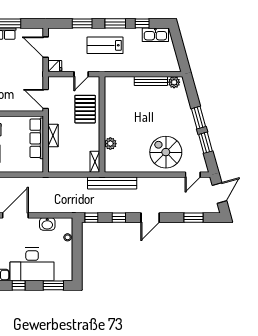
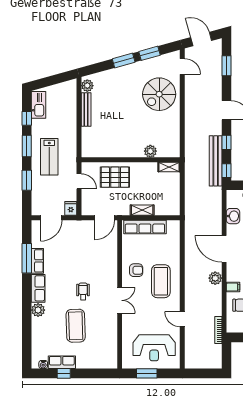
bench: (112, 183) -> (216, 161), moved

